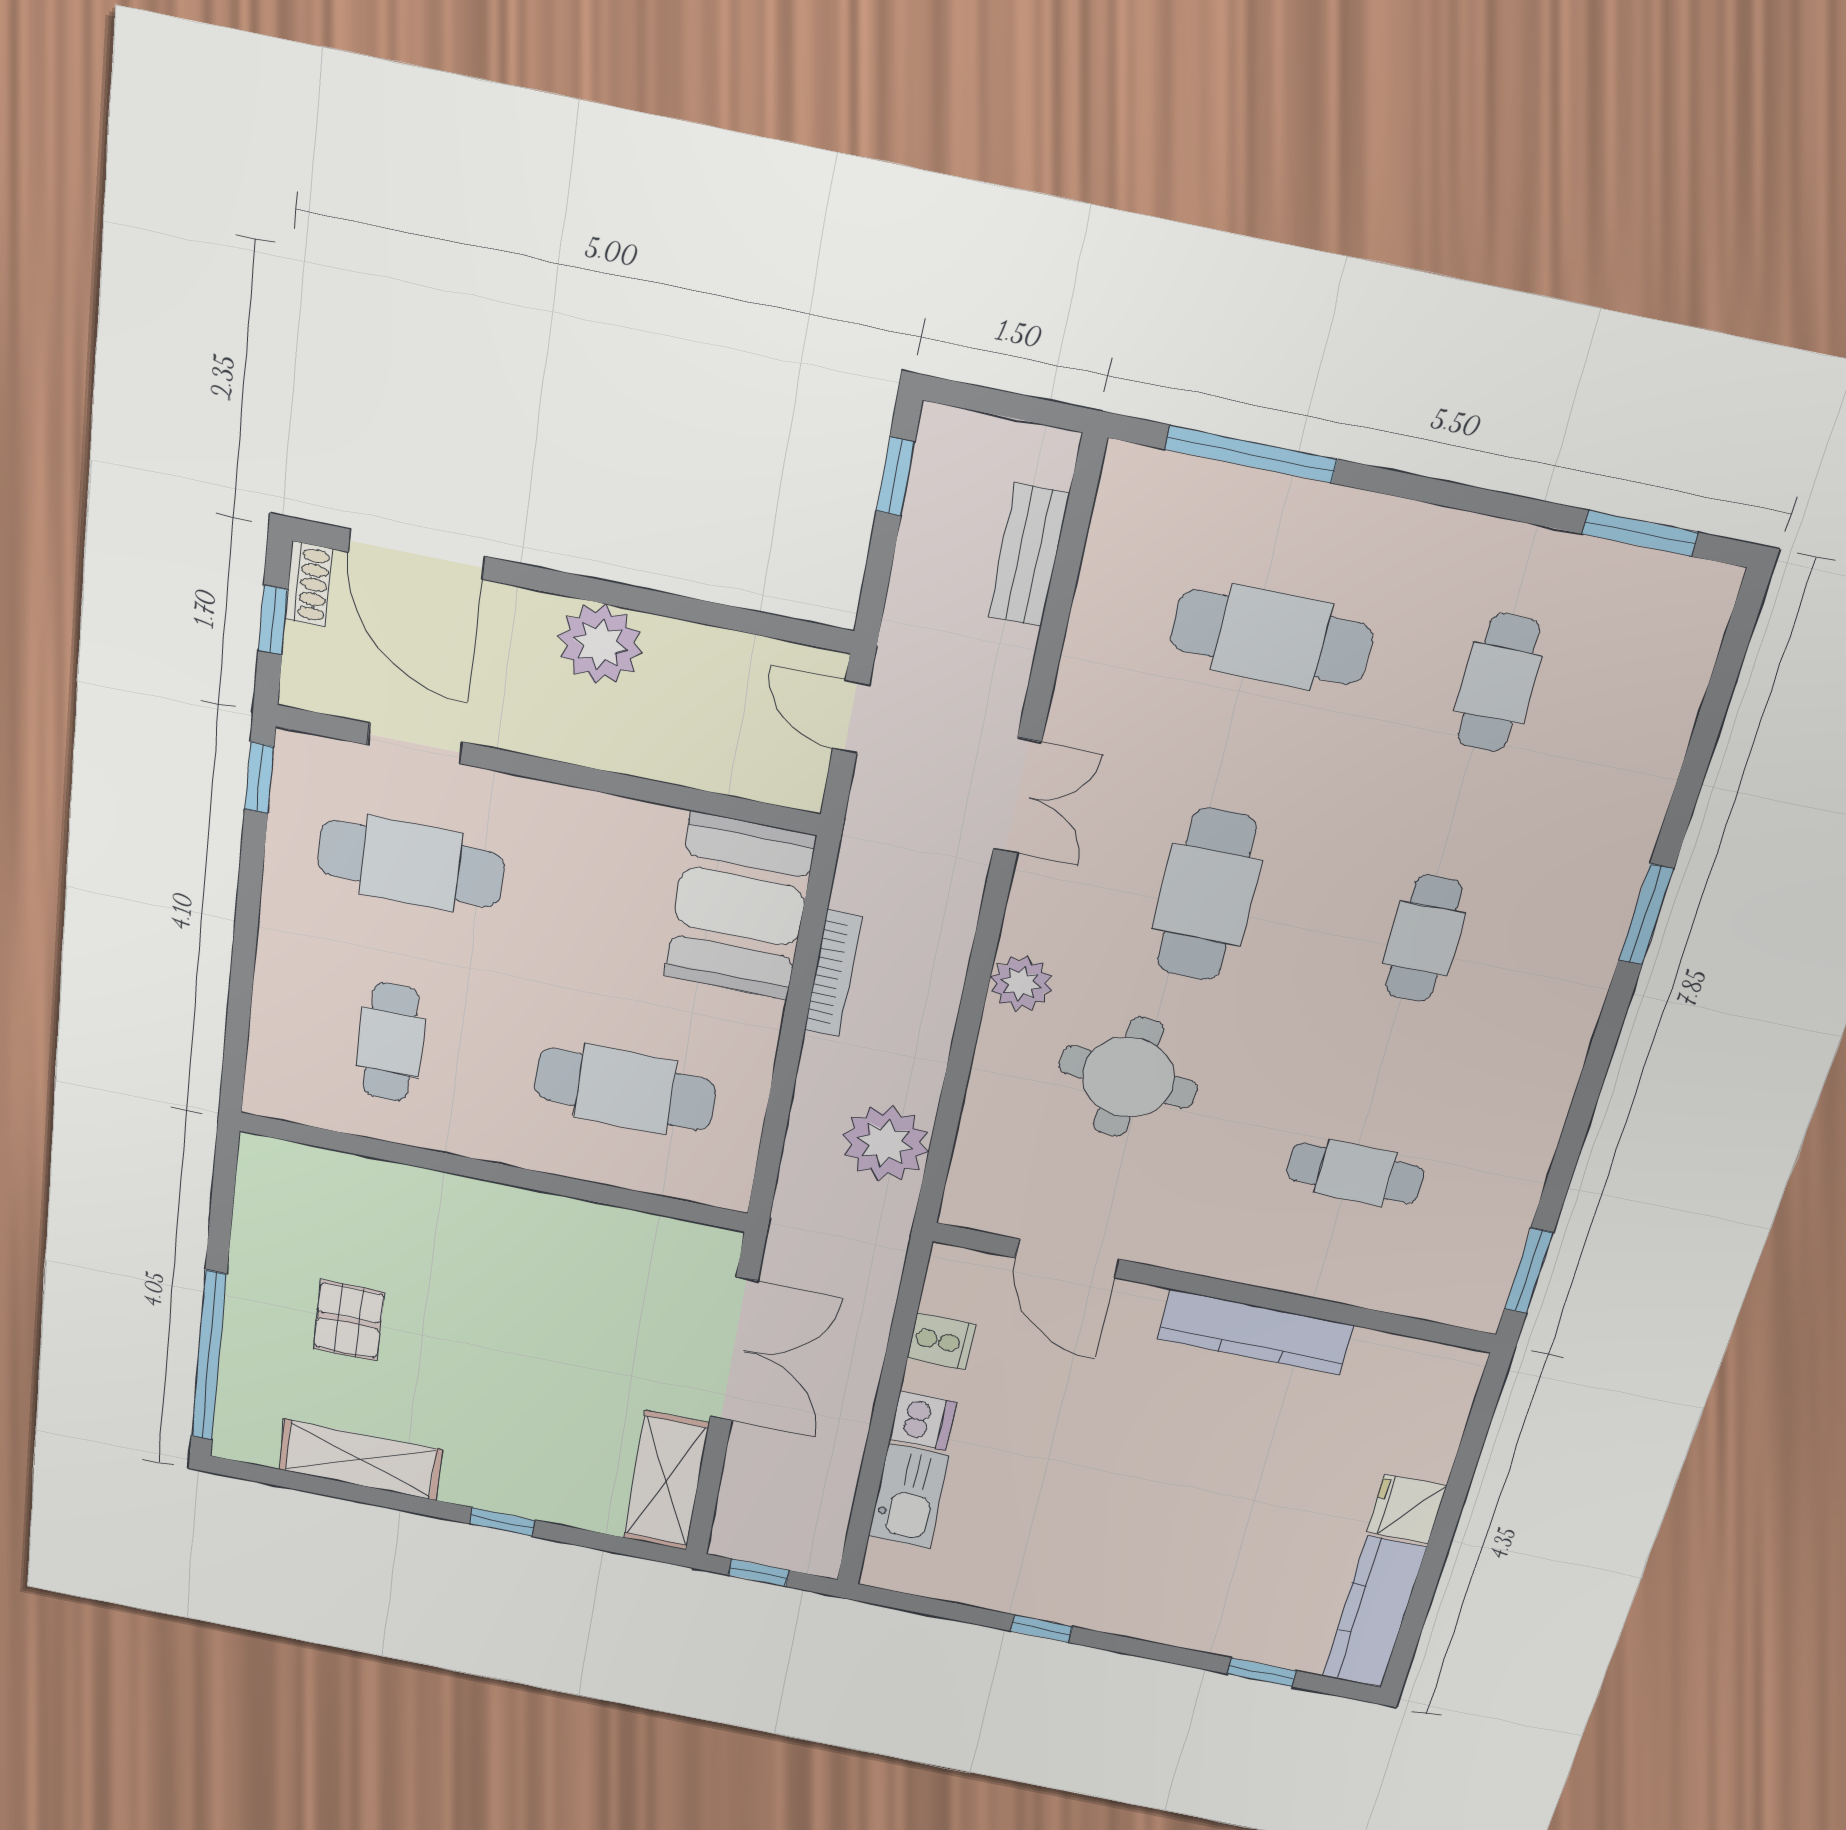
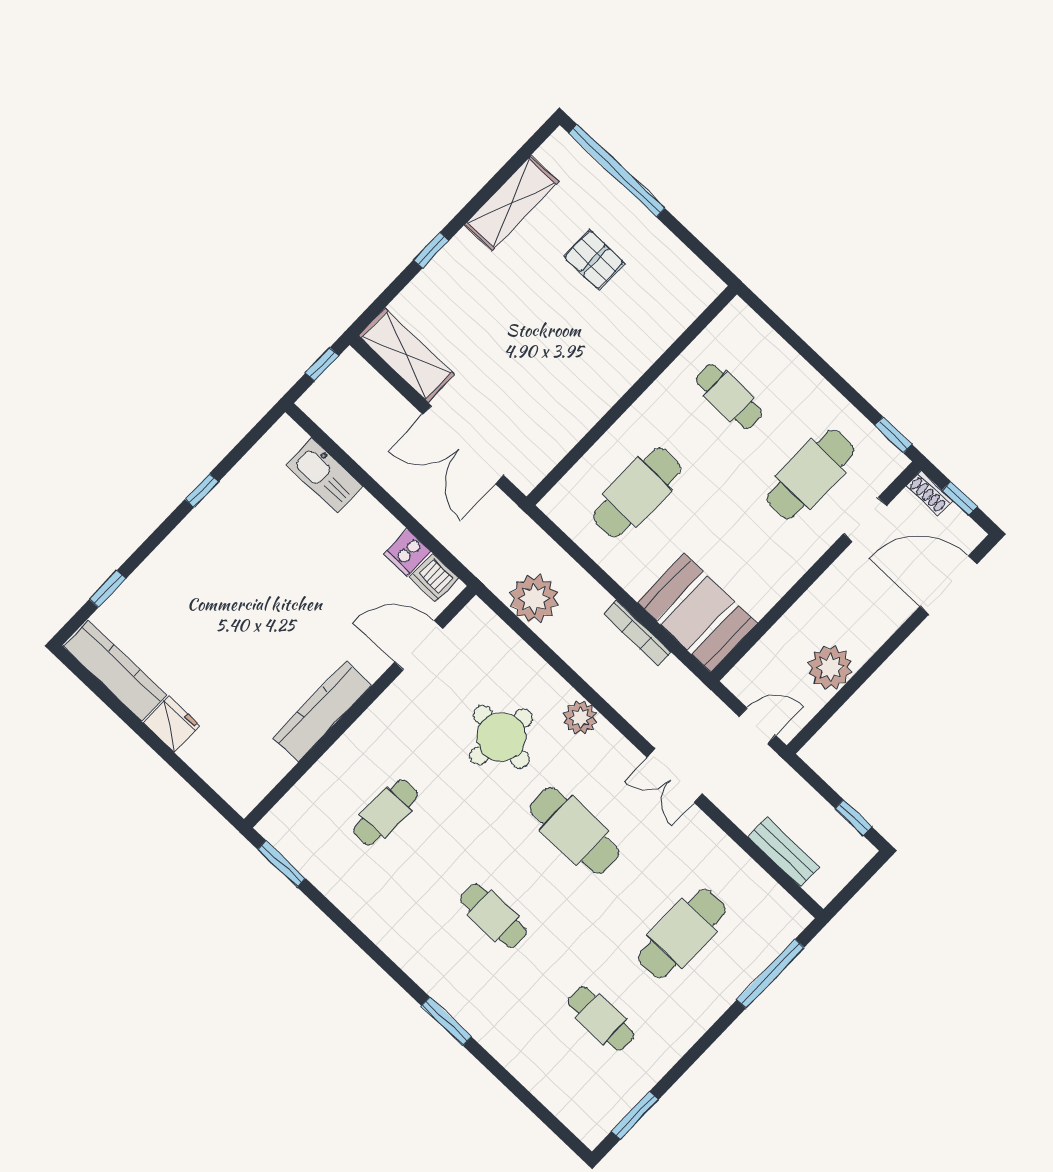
shoe rack: (309, 584) -> (929, 493), moved
plant: (600, 644) -> (830, 668), moved
dishwasher: (923, 1421) -> (434, 578), moved

